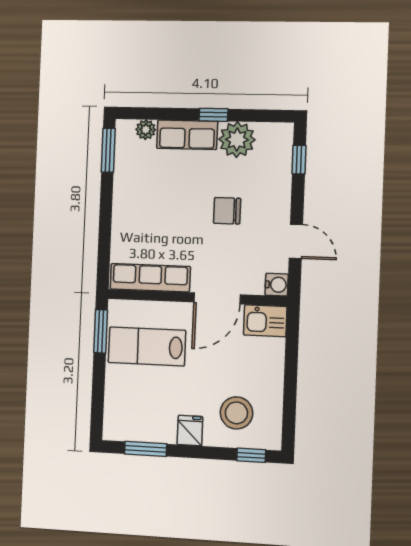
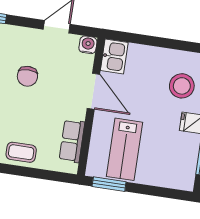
coffee table: (129, 214) -> (21, 152), added
row of seats: (150, 278) -> (72, 141), width x0.68

